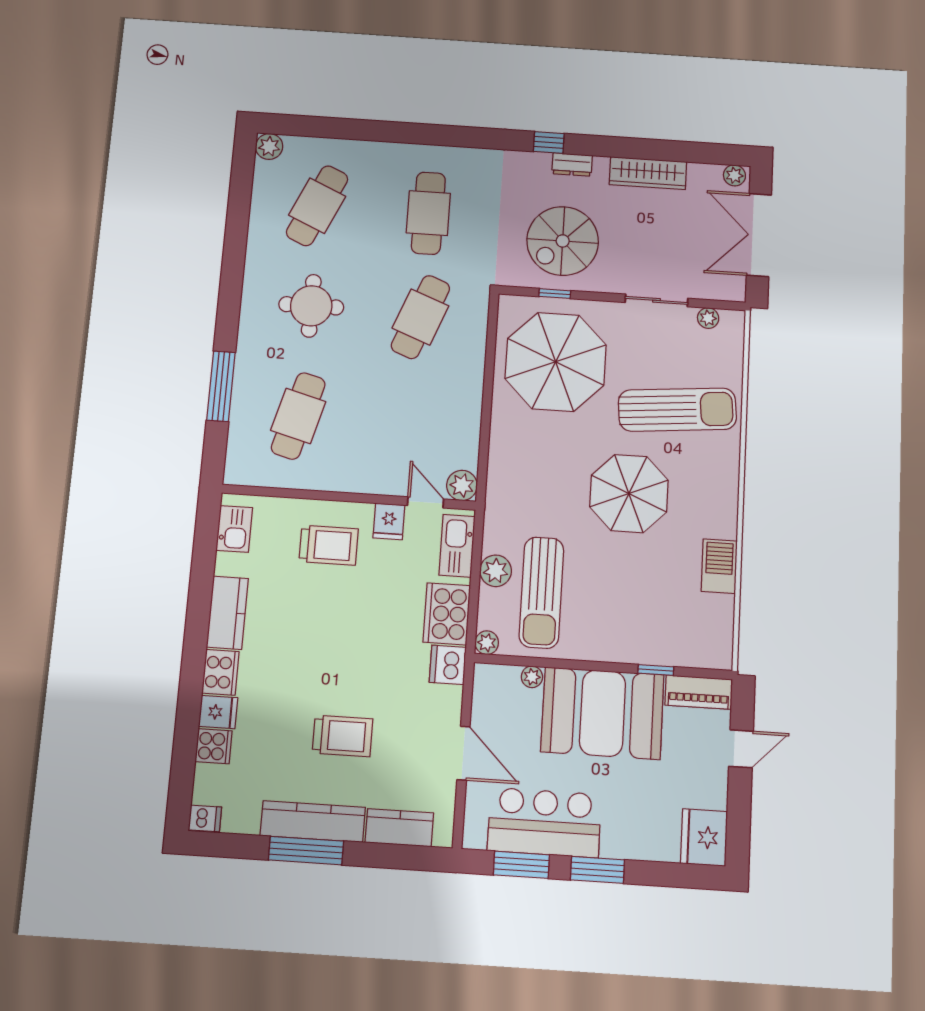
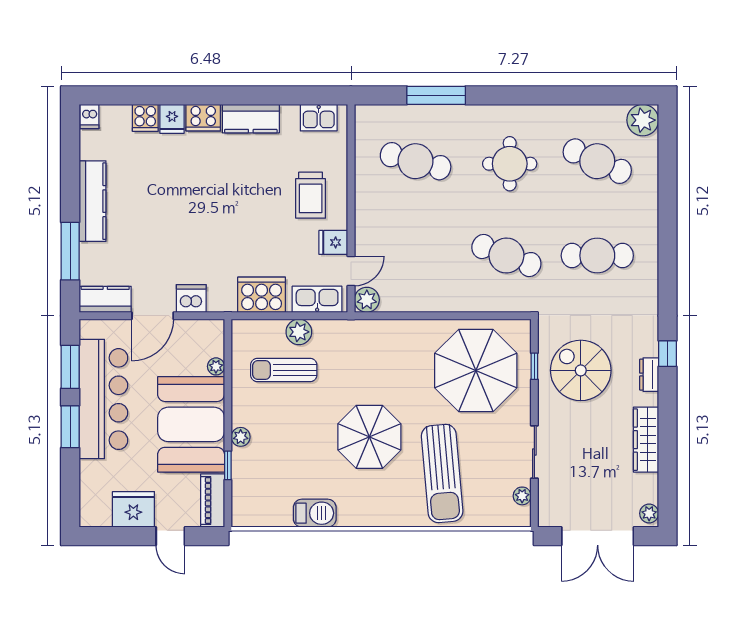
plant: (269, 147) -> (643, 120), width x1.36, depth x1.36
double door: (759, 235) -> (598, 536), swing flipped
sun lounger: (541, 593) -> (284, 370), width x0.73, depth x0.75
plant: (487, 643) -> (241, 437), moved
dishwasher: (448, 665) -> (191, 298), moved
trolley: (343, 736) -> (160, 219), removed
bar counter: (544, 823) -> (103, 399), width x1.36
kitchen counter: (399, 828) -> (105, 299), moved, turned -90
fridge: (704, 837) -> (133, 509), moved
window: (306, 851) -> (70, 251), moved

